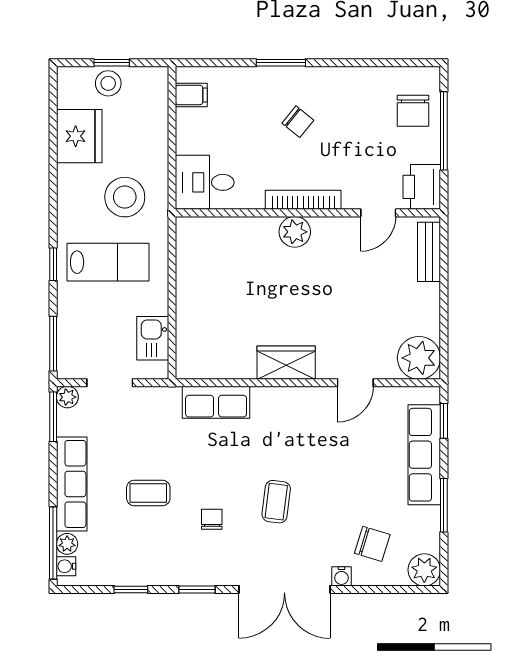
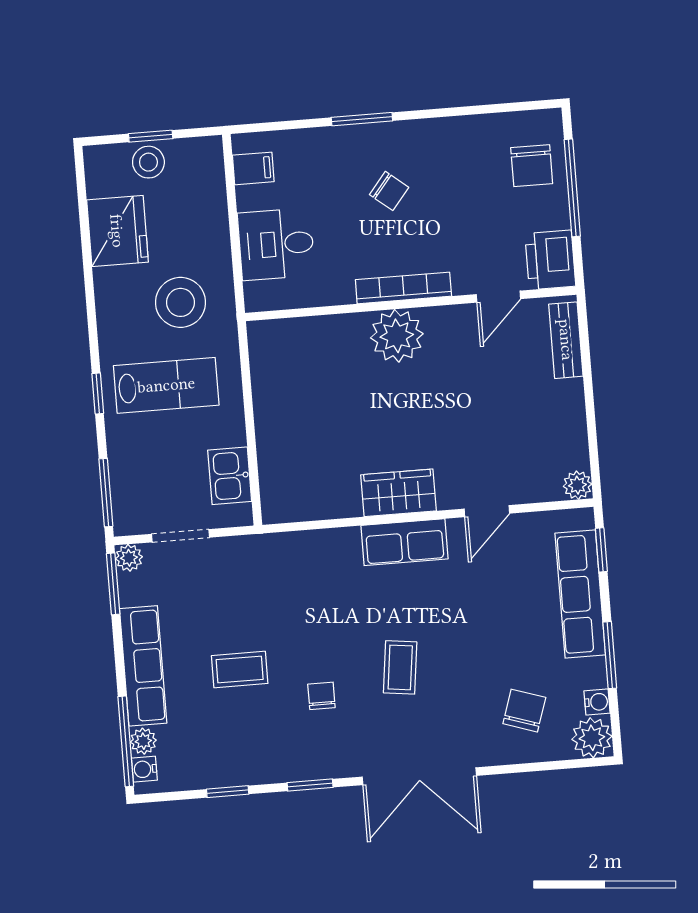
desk: (205, 182) -> (276, 244), moved
plant: (295, 232) -> (397, 336), width x1.36, depth x1.36
plant: (419, 358) -> (577, 485), width x0.53, depth x0.53
row of seats: (216, 402) -> (404, 542), moved
chair: (372, 544) -> (524, 711), turned -89
water cooler: (341, 576) -> (597, 702), moved, turned -90

